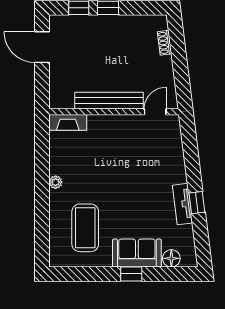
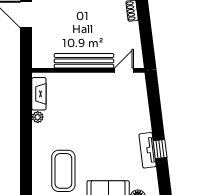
fireplace: (68, 122) -> (39, 94), moved, turned -90
plant: (56, 182) -> (38, 117), moved

